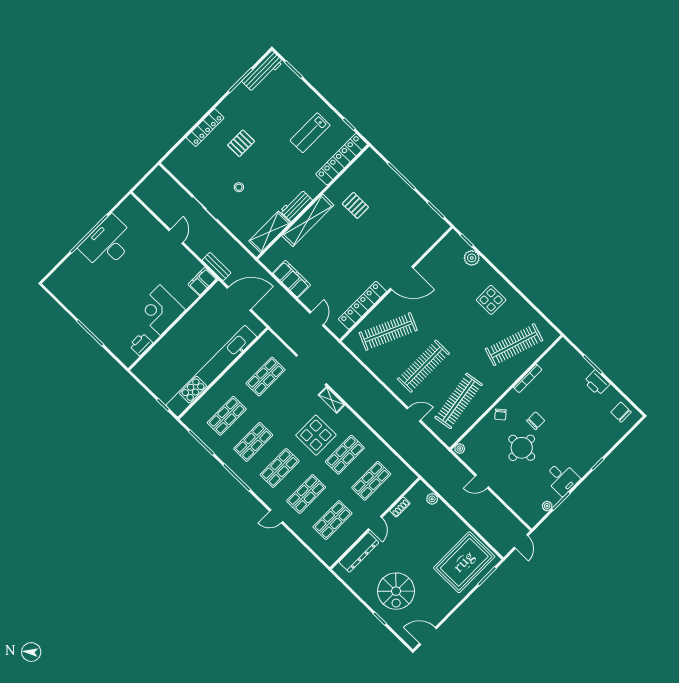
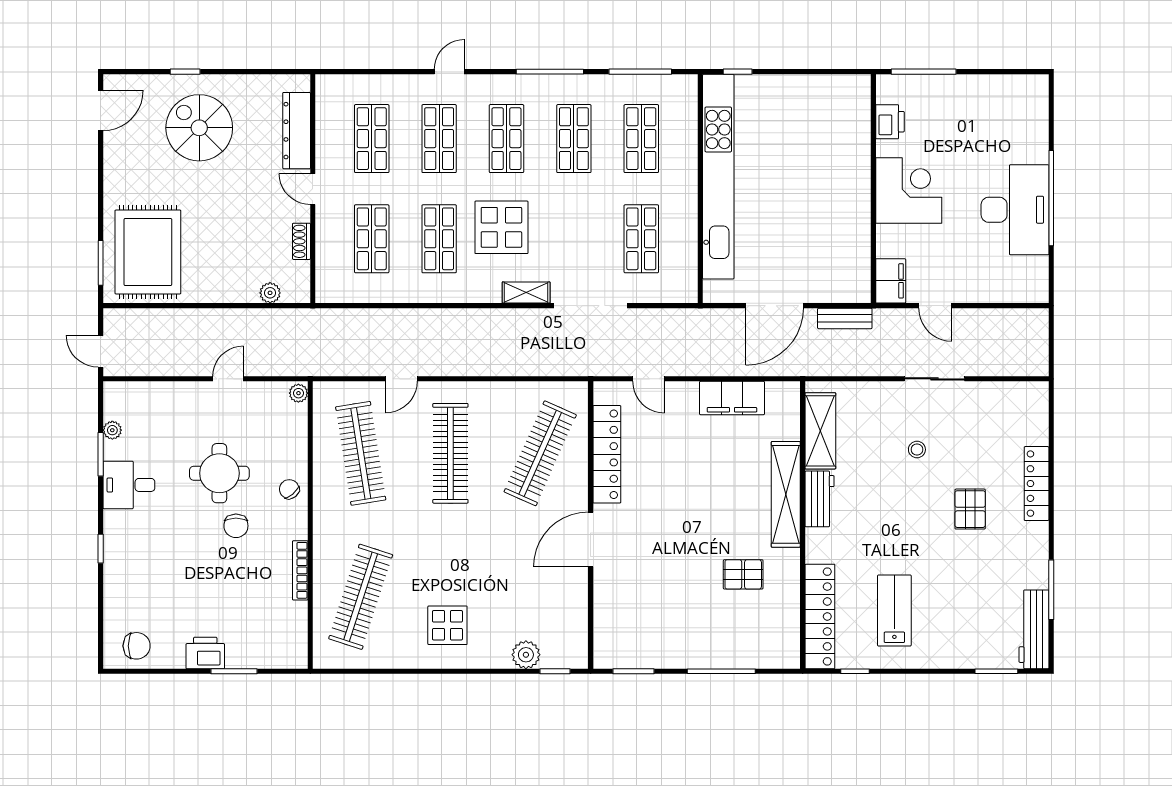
filing cabinet: (202, 281) -> (891, 281), moved
corner desk: (160, 310) -> (909, 190), moved
wall: (173, 324) -> (873, 189), moved
printer: (141, 344) -> (890, 122), moved

